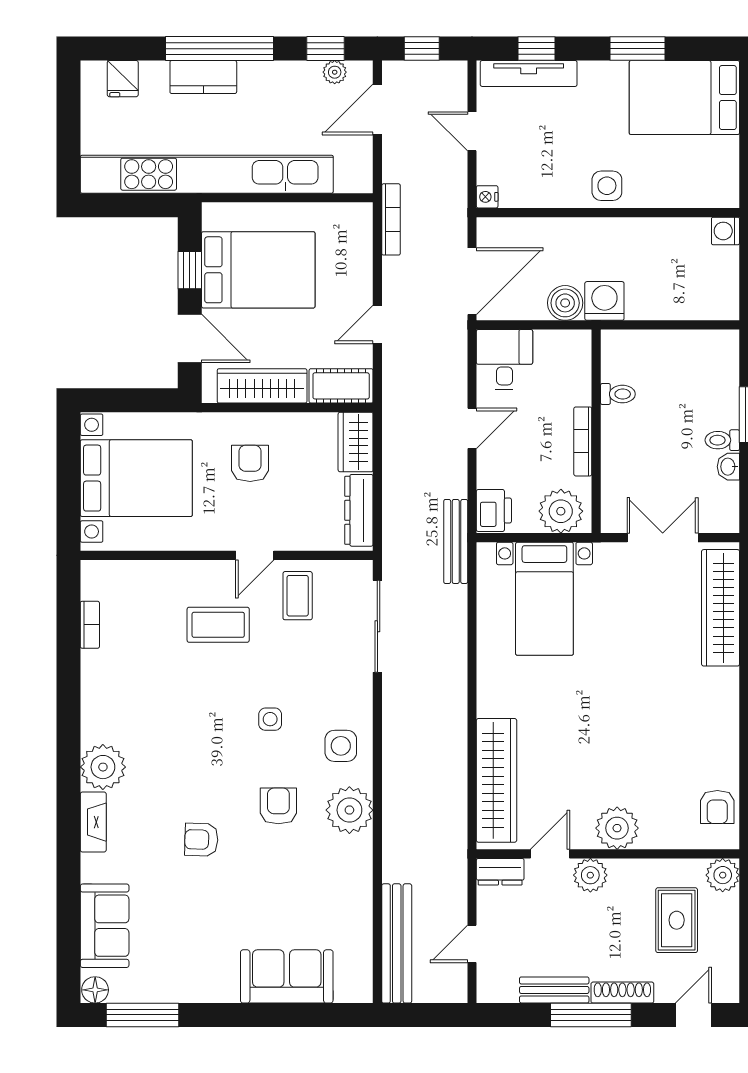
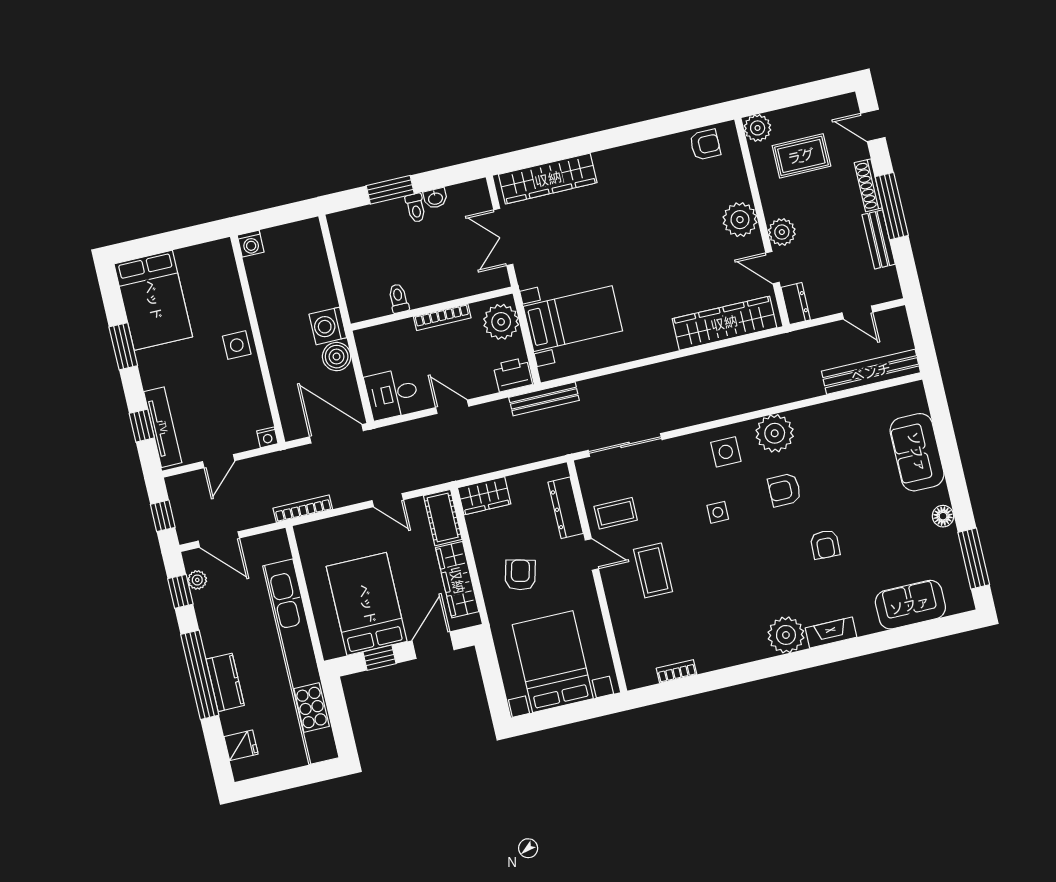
armchair: (250, 463) -> (520, 575), turned 104
dresser: (359, 510) -> (566, 508), moved, turned 90
floor lamp: (95, 990) -> (943, 516), moved

